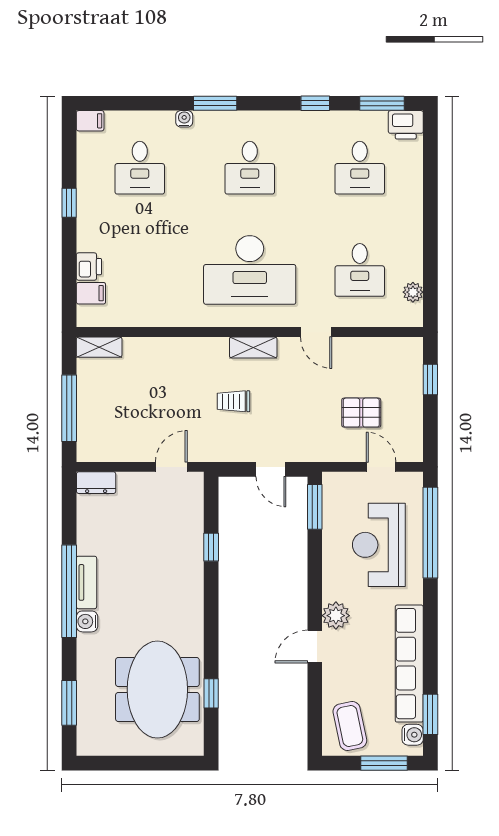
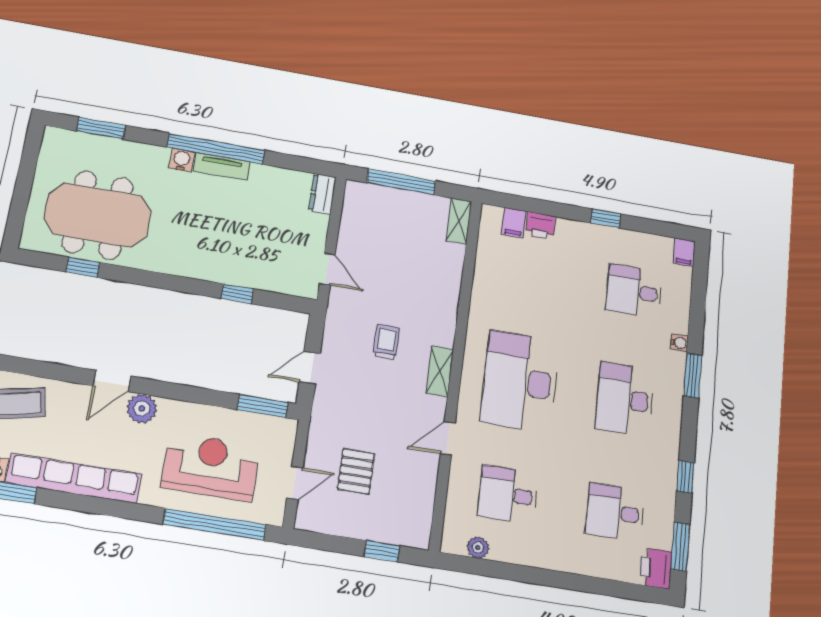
desk: (250, 168) -> (625, 399), width x1.37
door: (315, 647) -> (112, 381), swing flipped

